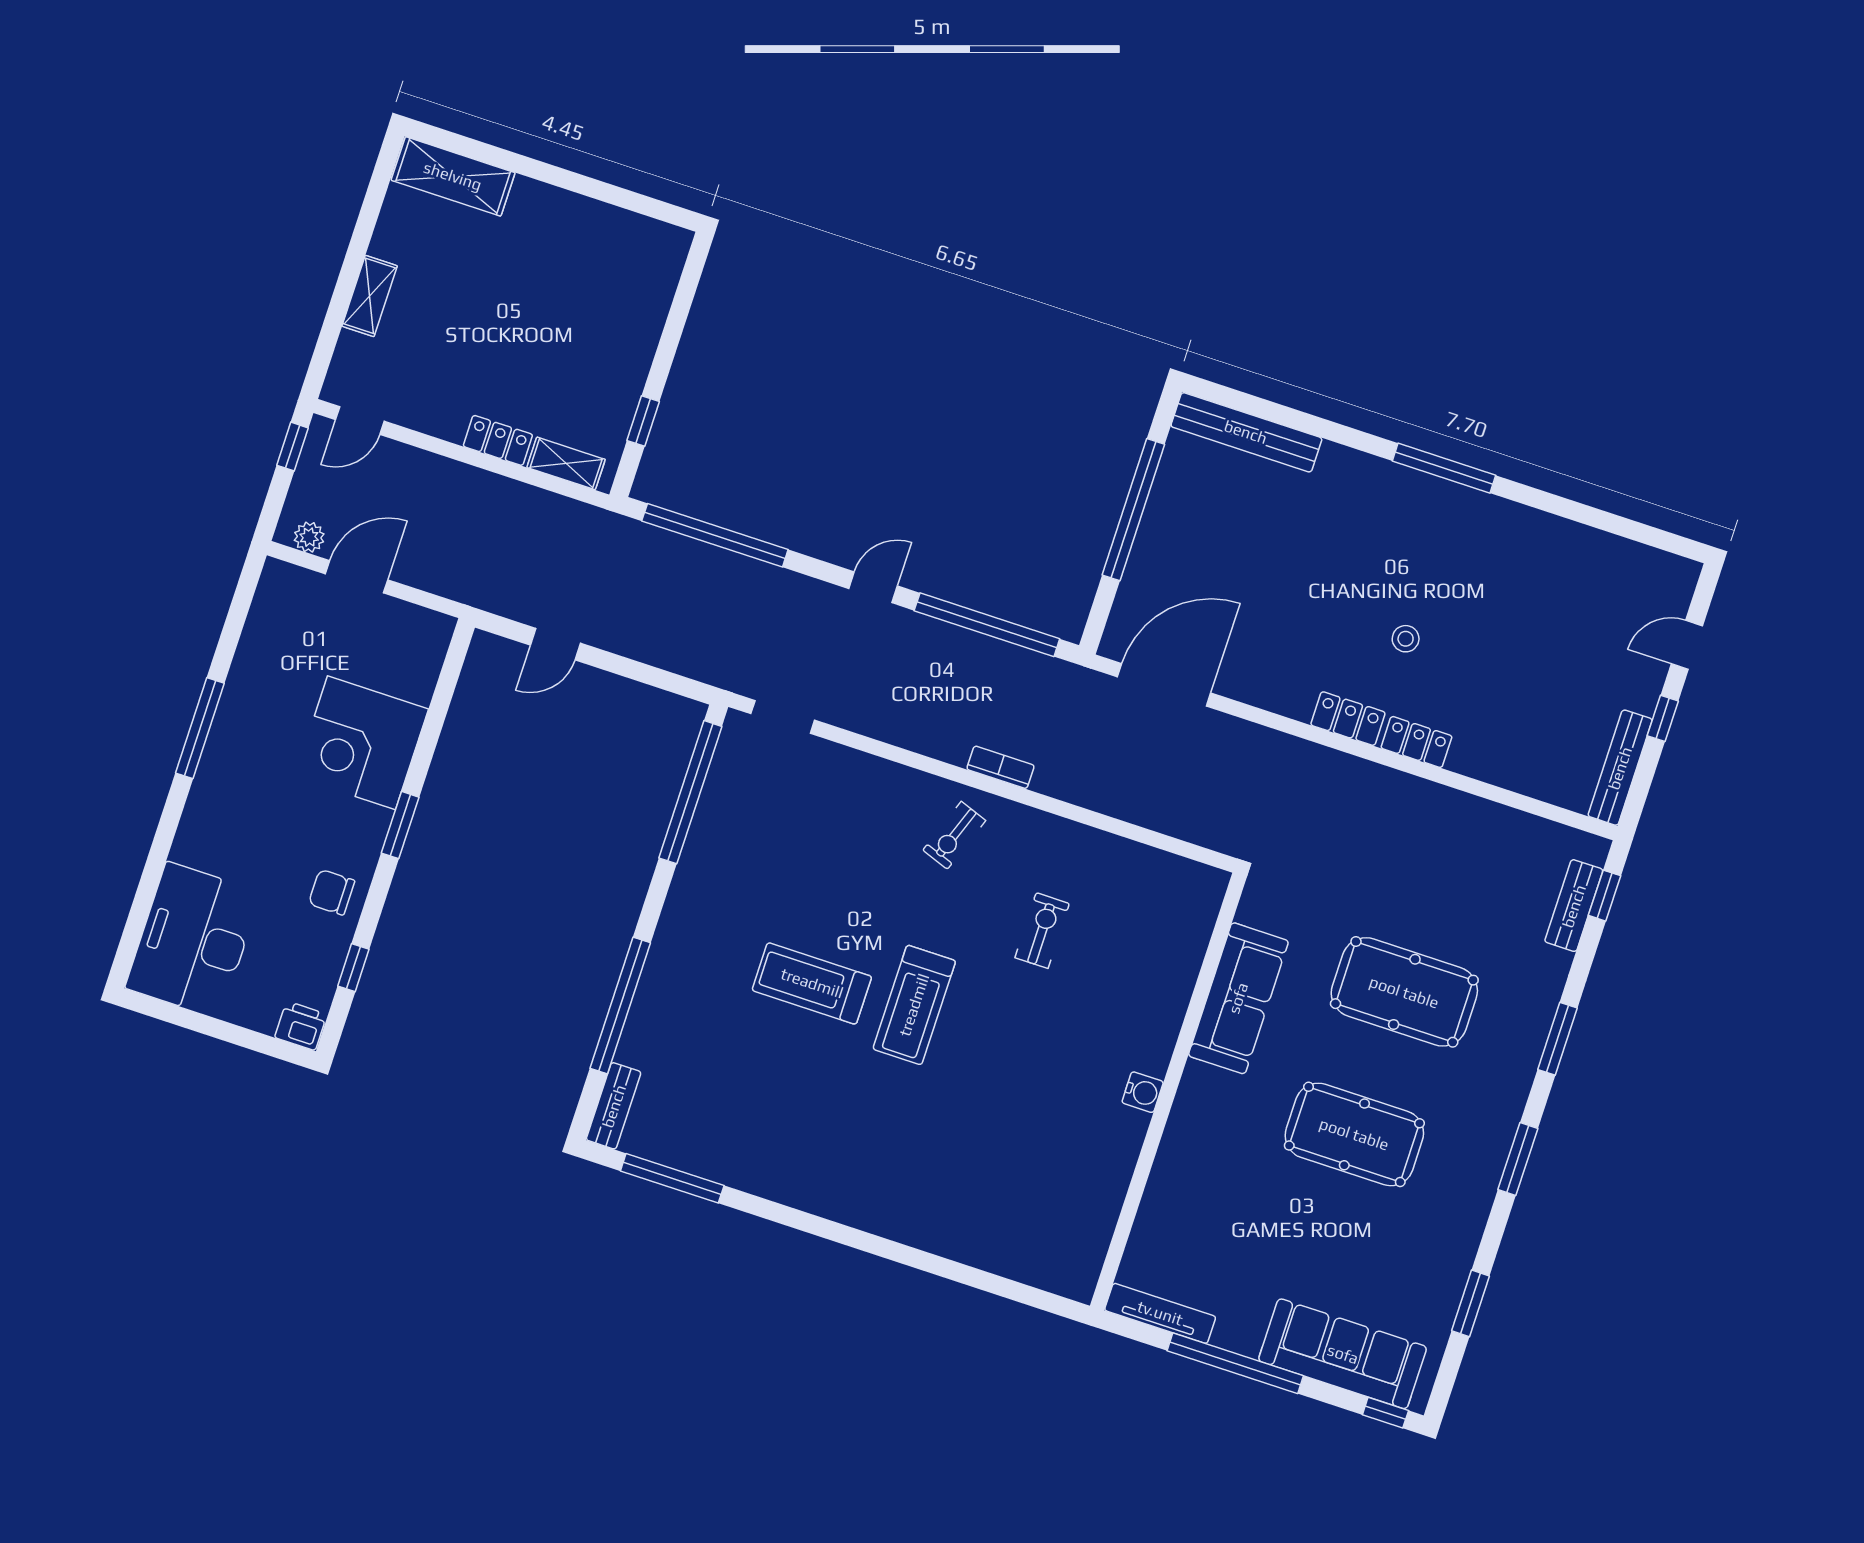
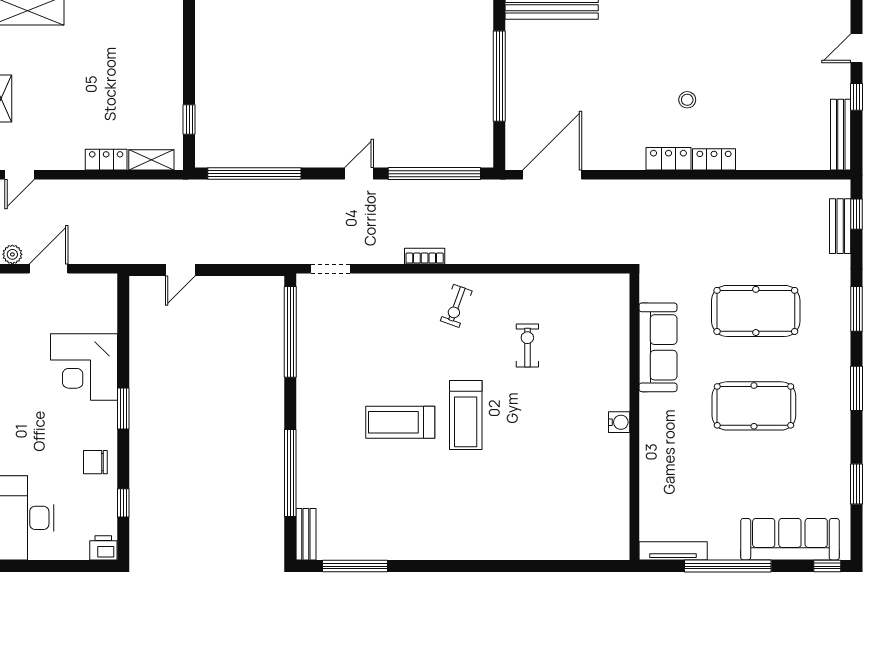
bookcase: (1000, 767) -> (425, 256), moved

